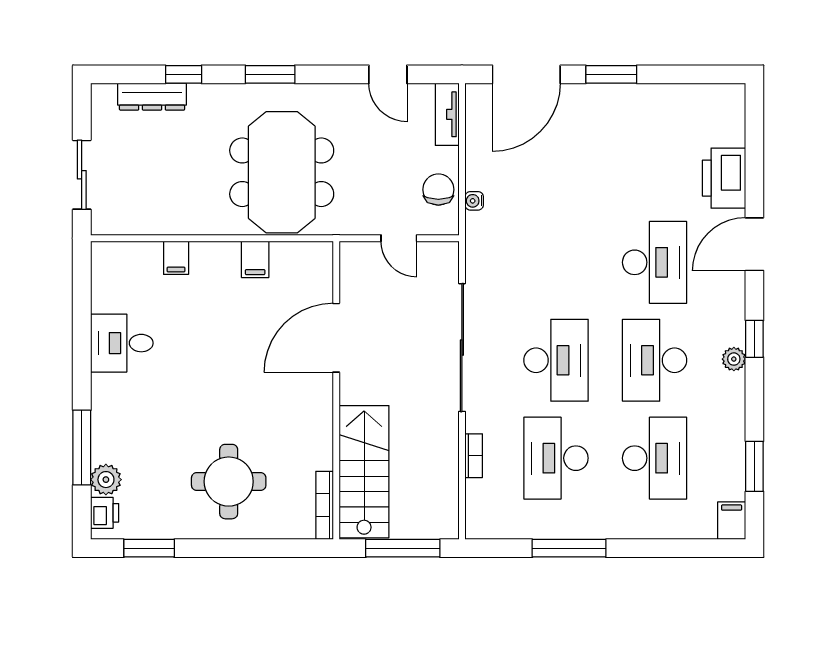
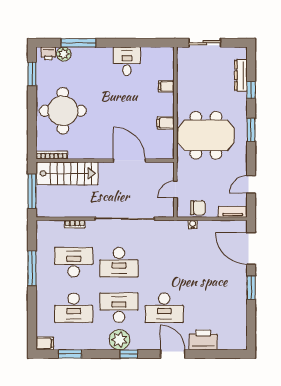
plant: (734, 359) -> (119, 340), width x1.87, depth x1.87
round table: (229, 482) -> (63, 111), width x1.36, depth x1.36

